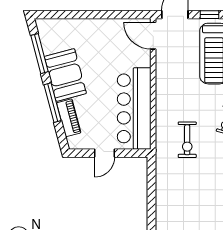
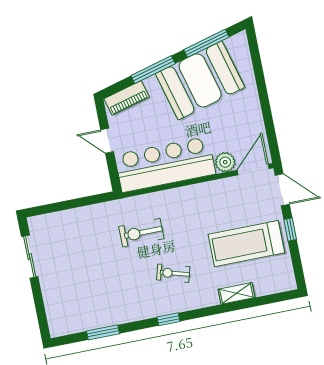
plant: (142, 58) -> (225, 162), added
booth: (65, 75) -> (200, 80), width x1.36, depth x1.42
piano: (69, 118) -> (127, 98), moved

